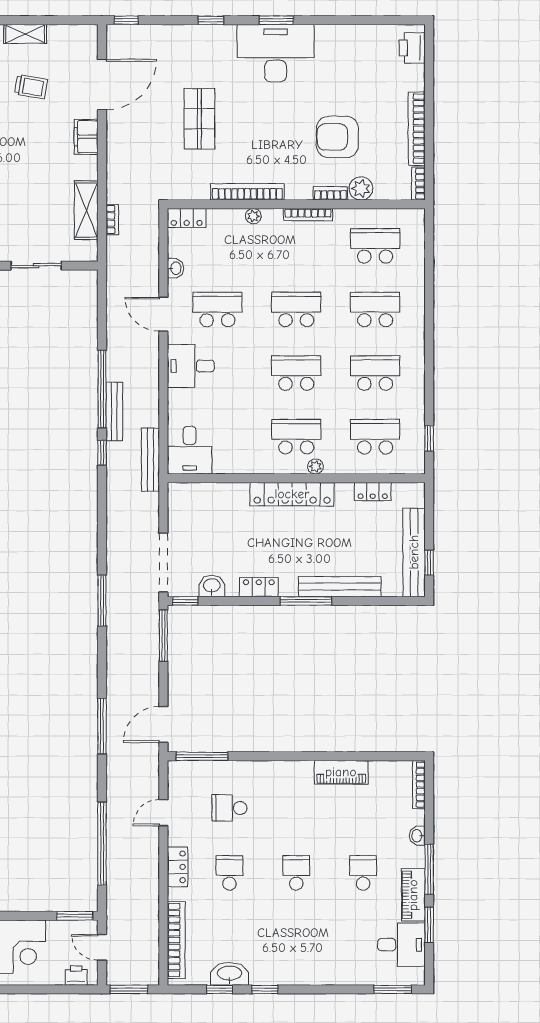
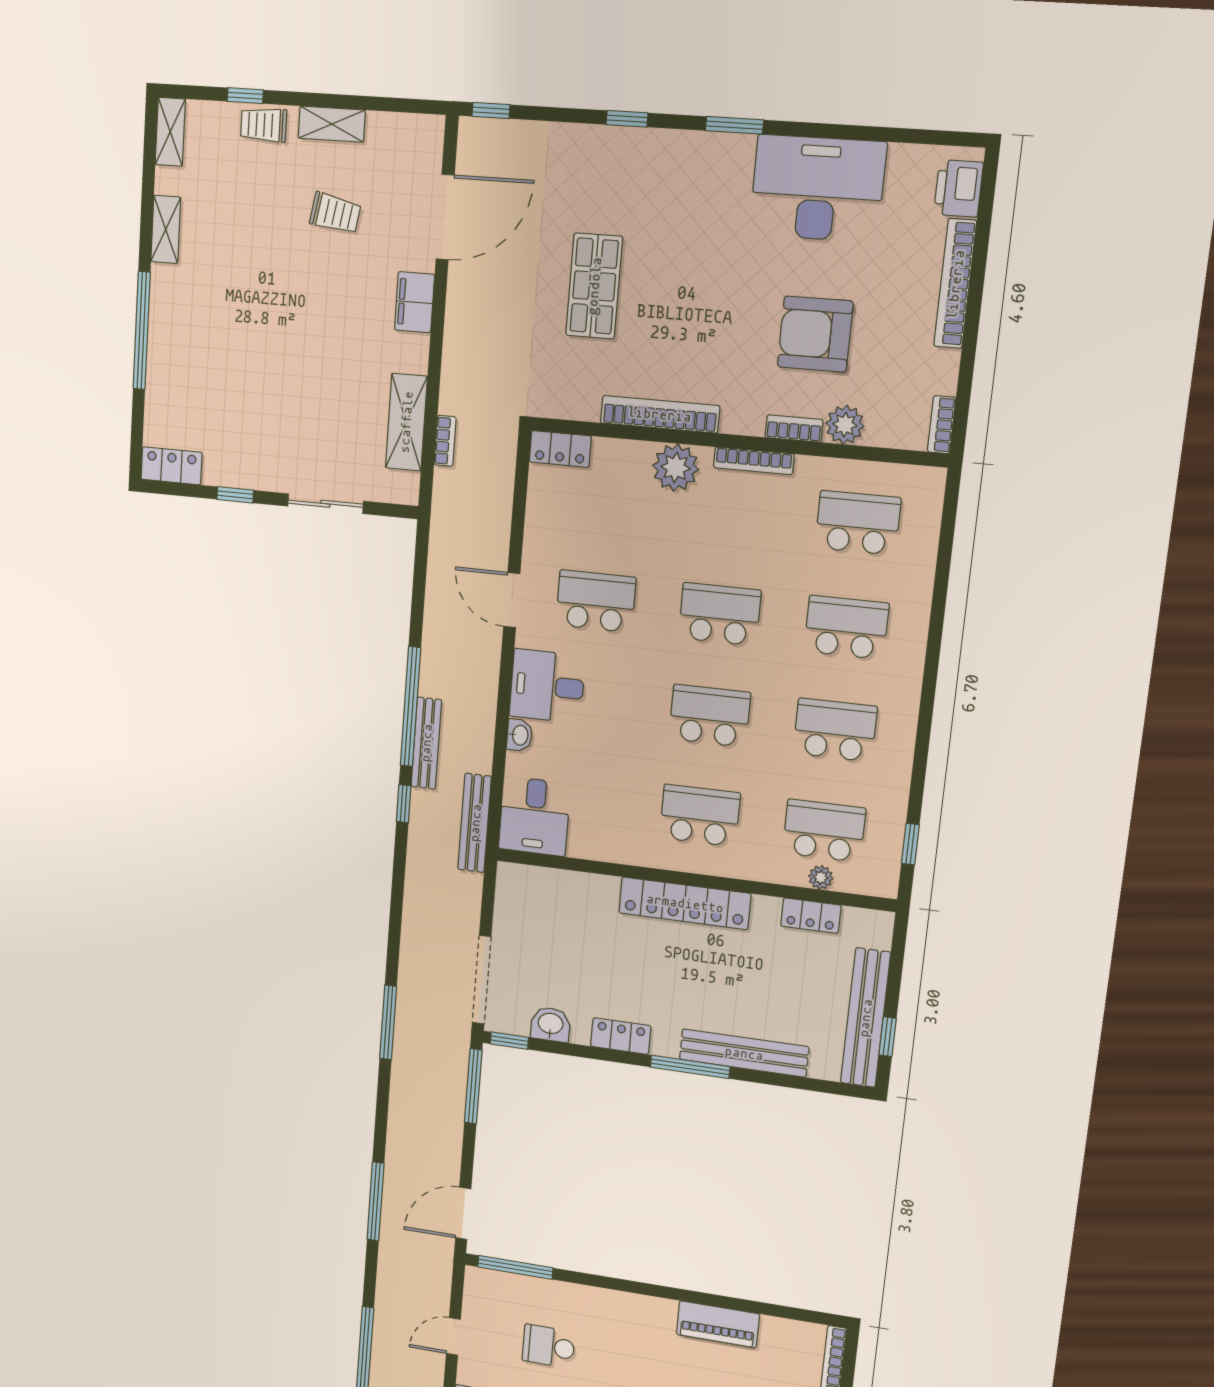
desk: (276, 53) -> (817, 189), moved
bookcase: (417, 129) -> (955, 284), moved
plant: (253, 216) -> (676, 468), width x1.87, depth x1.87
washbasin: (175, 268) -> (520, 735), moved
plant: (315, 466) -> (821, 877), moved

